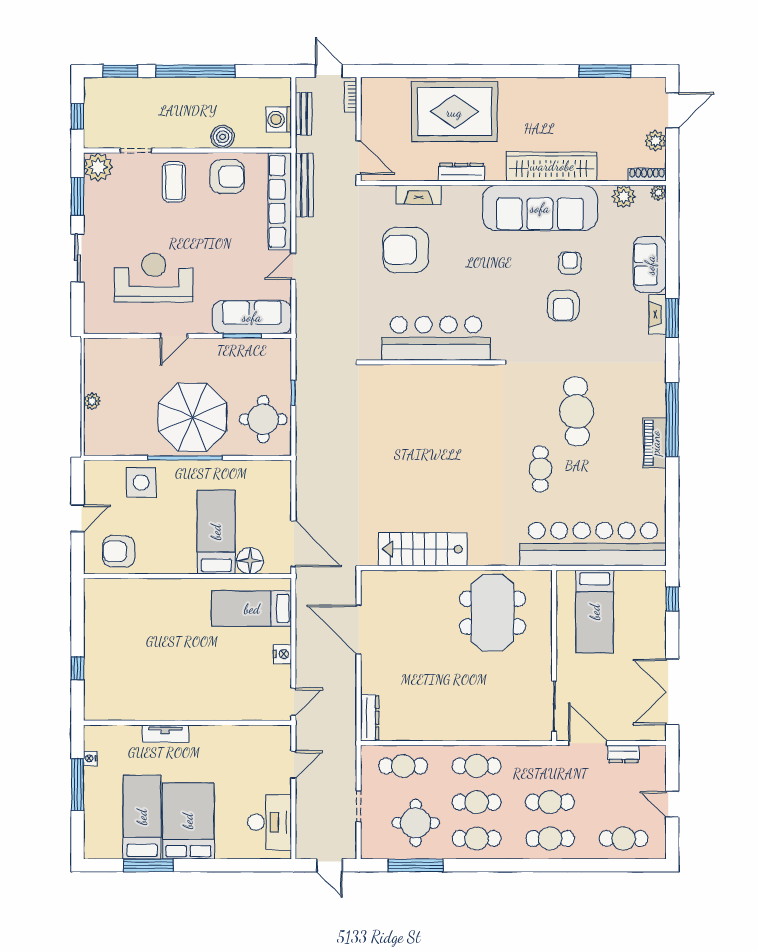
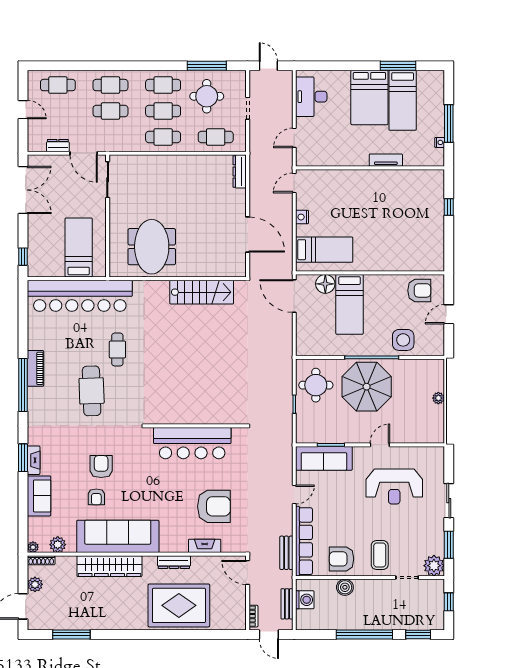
bench: (304, 185) -> (286, 553), width x0.73

